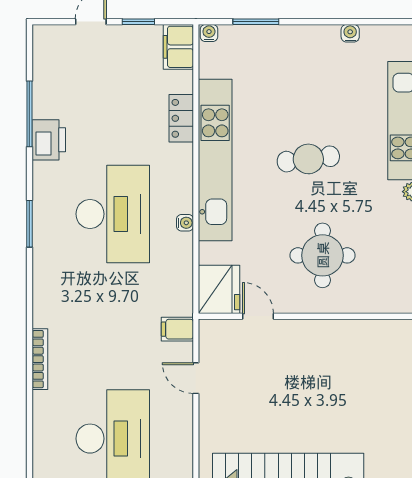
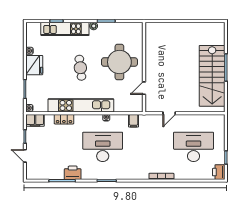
round table: (323, 255) -> (119, 62), width x1.36, depth x1.36
fridge: (219, 289) -> (34, 65), moved, turned 90
filing cabinet: (177, 329) -> (134, 121), moved

